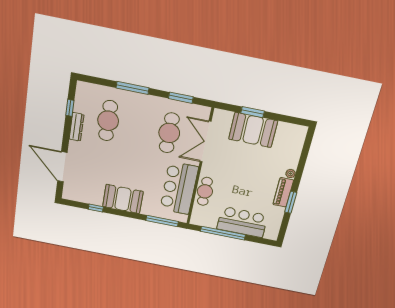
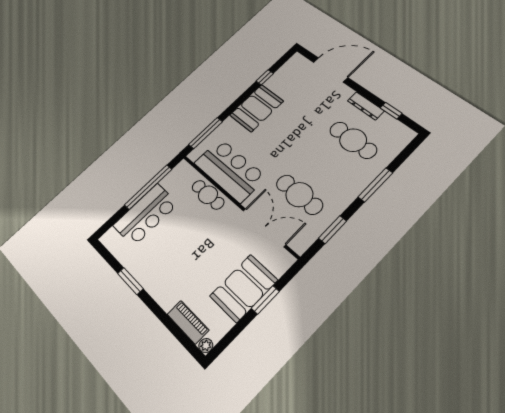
plant: (291, 174) -> (206, 346), moved
piano: (283, 192) -> (188, 322), moved

